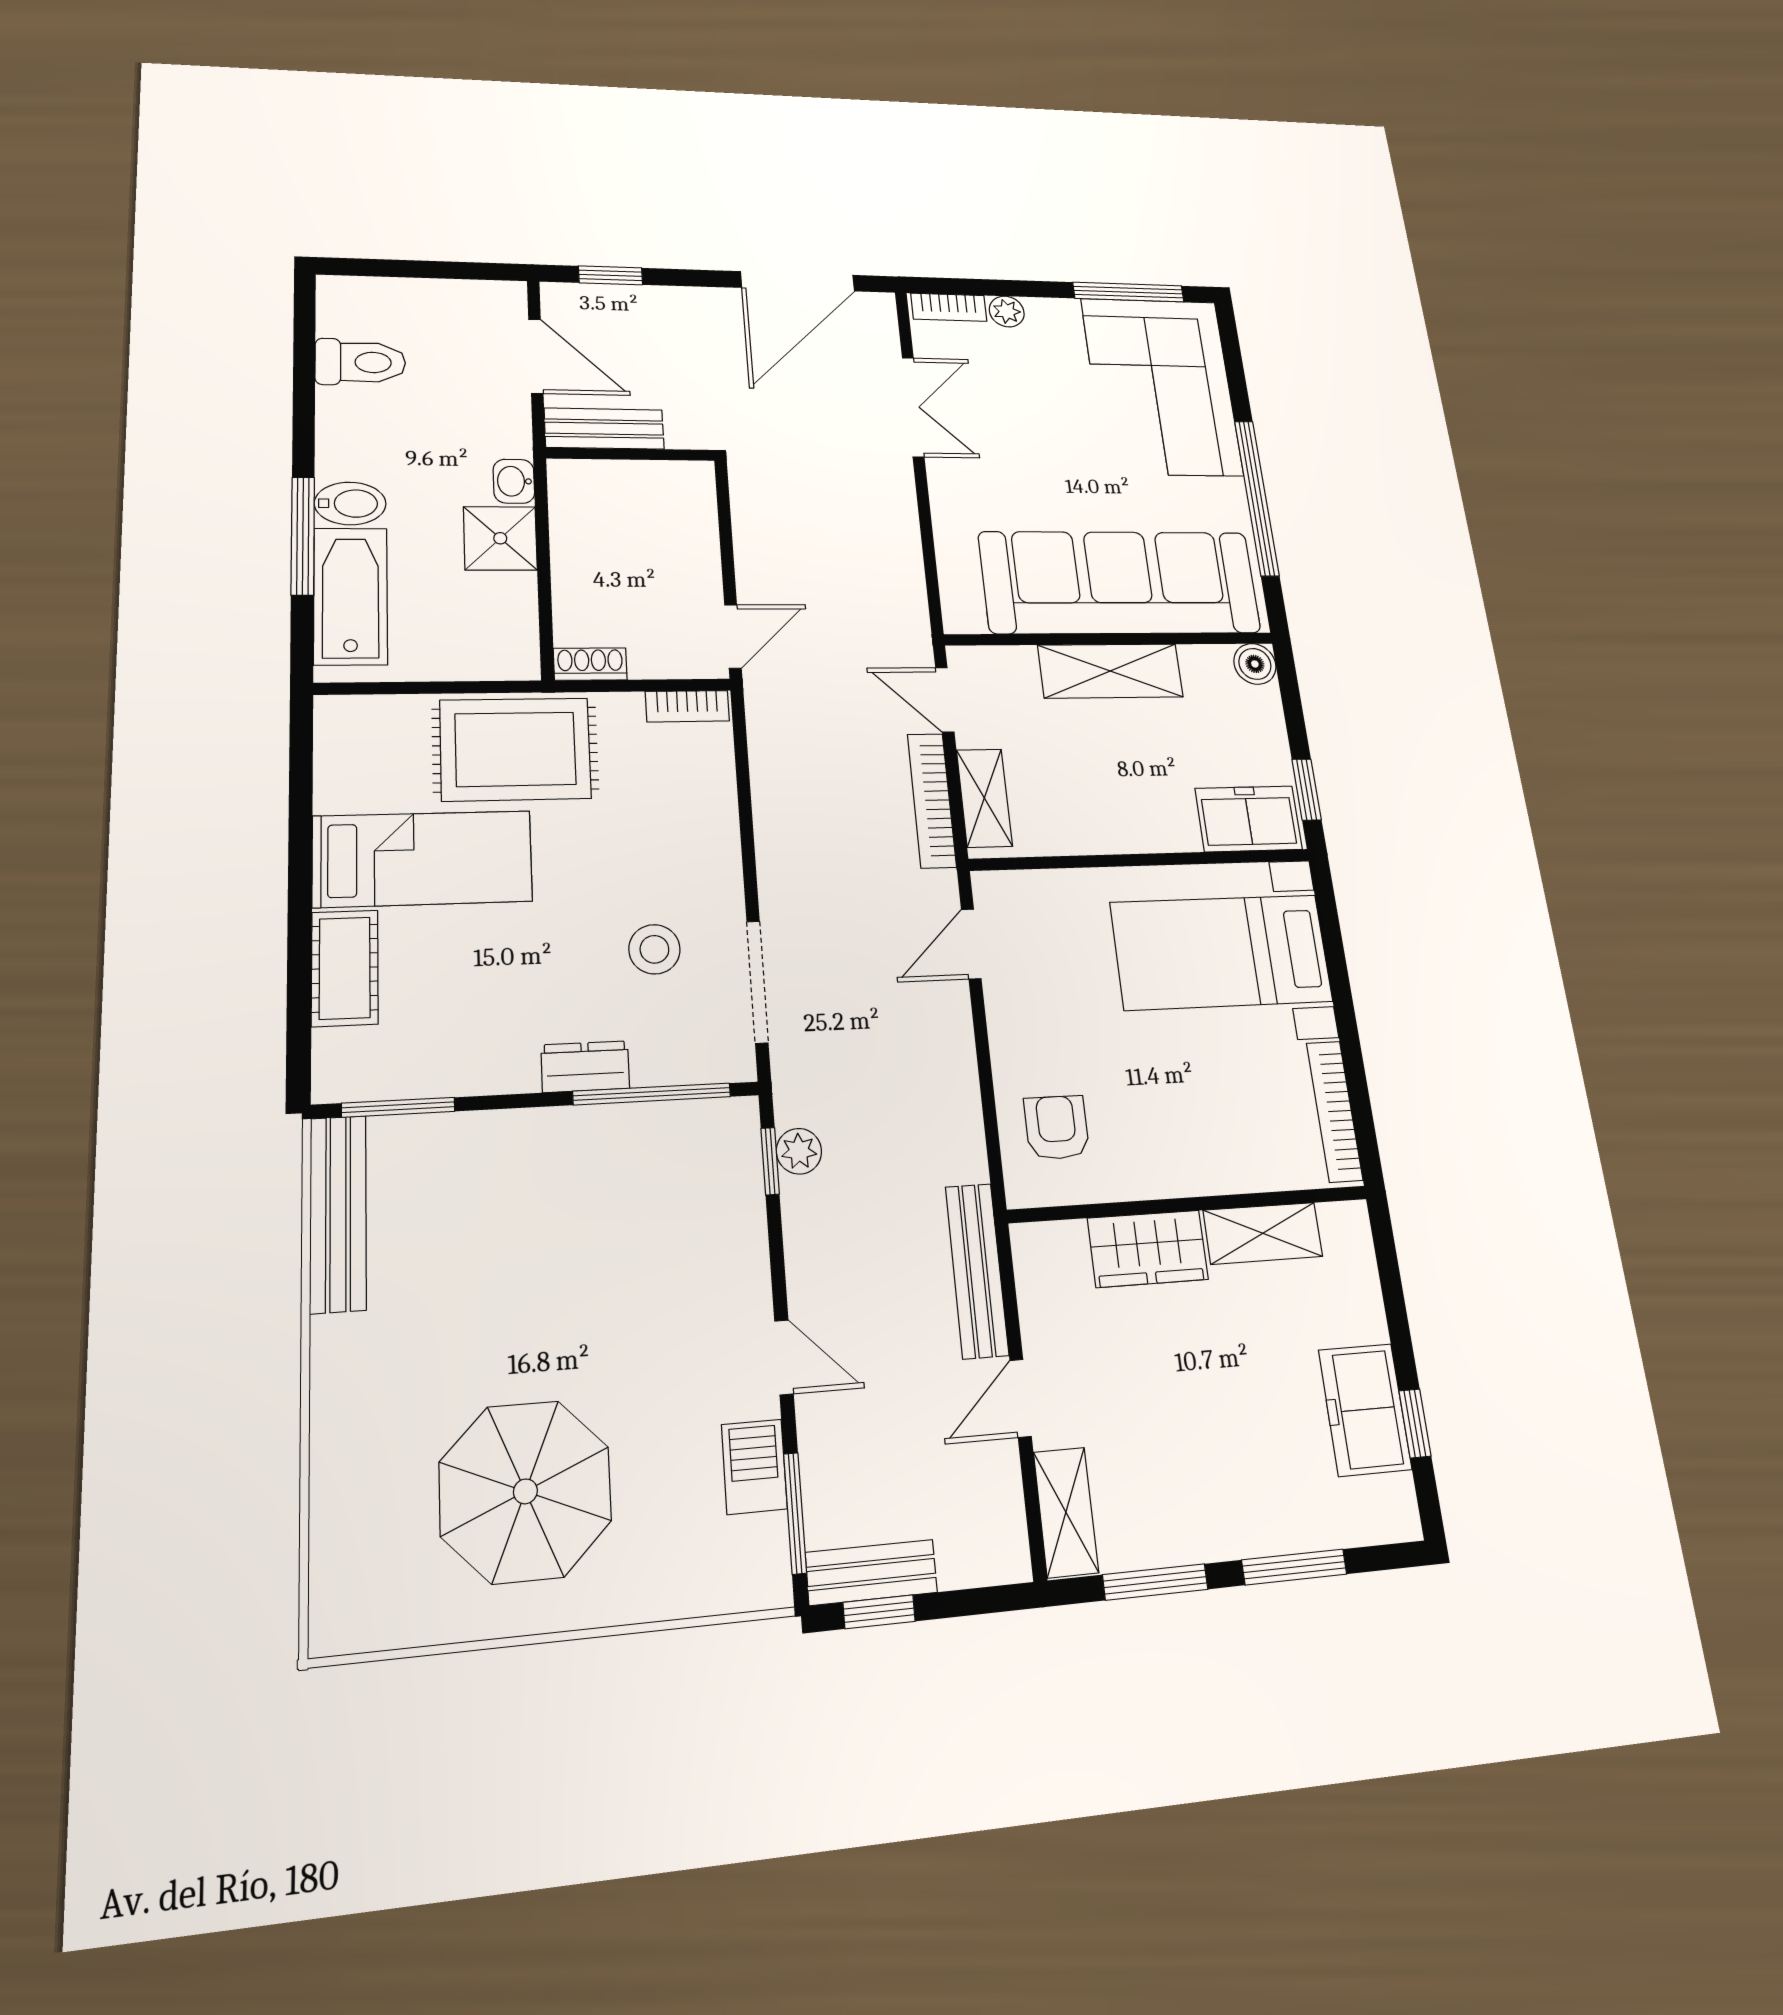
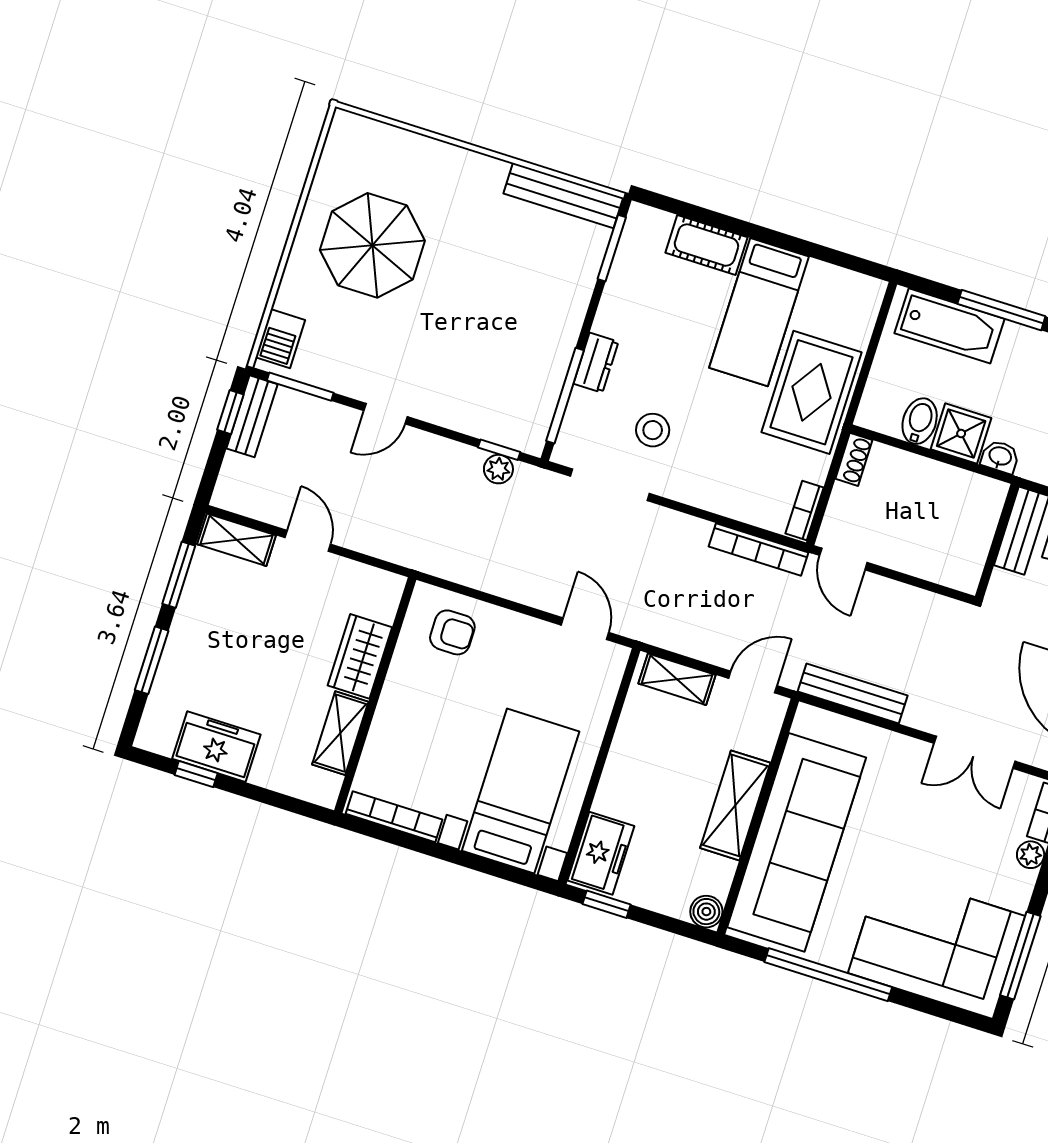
bidet: (350, 503) -> (920, 421), moved, turned 180
bookcase: (932, 800) -> (758, 550), moved, turned 180
bench: (977, 1270) -> (853, 694), moved
barbecue: (754, 1467) -> (280, 339), moved, turned 90

